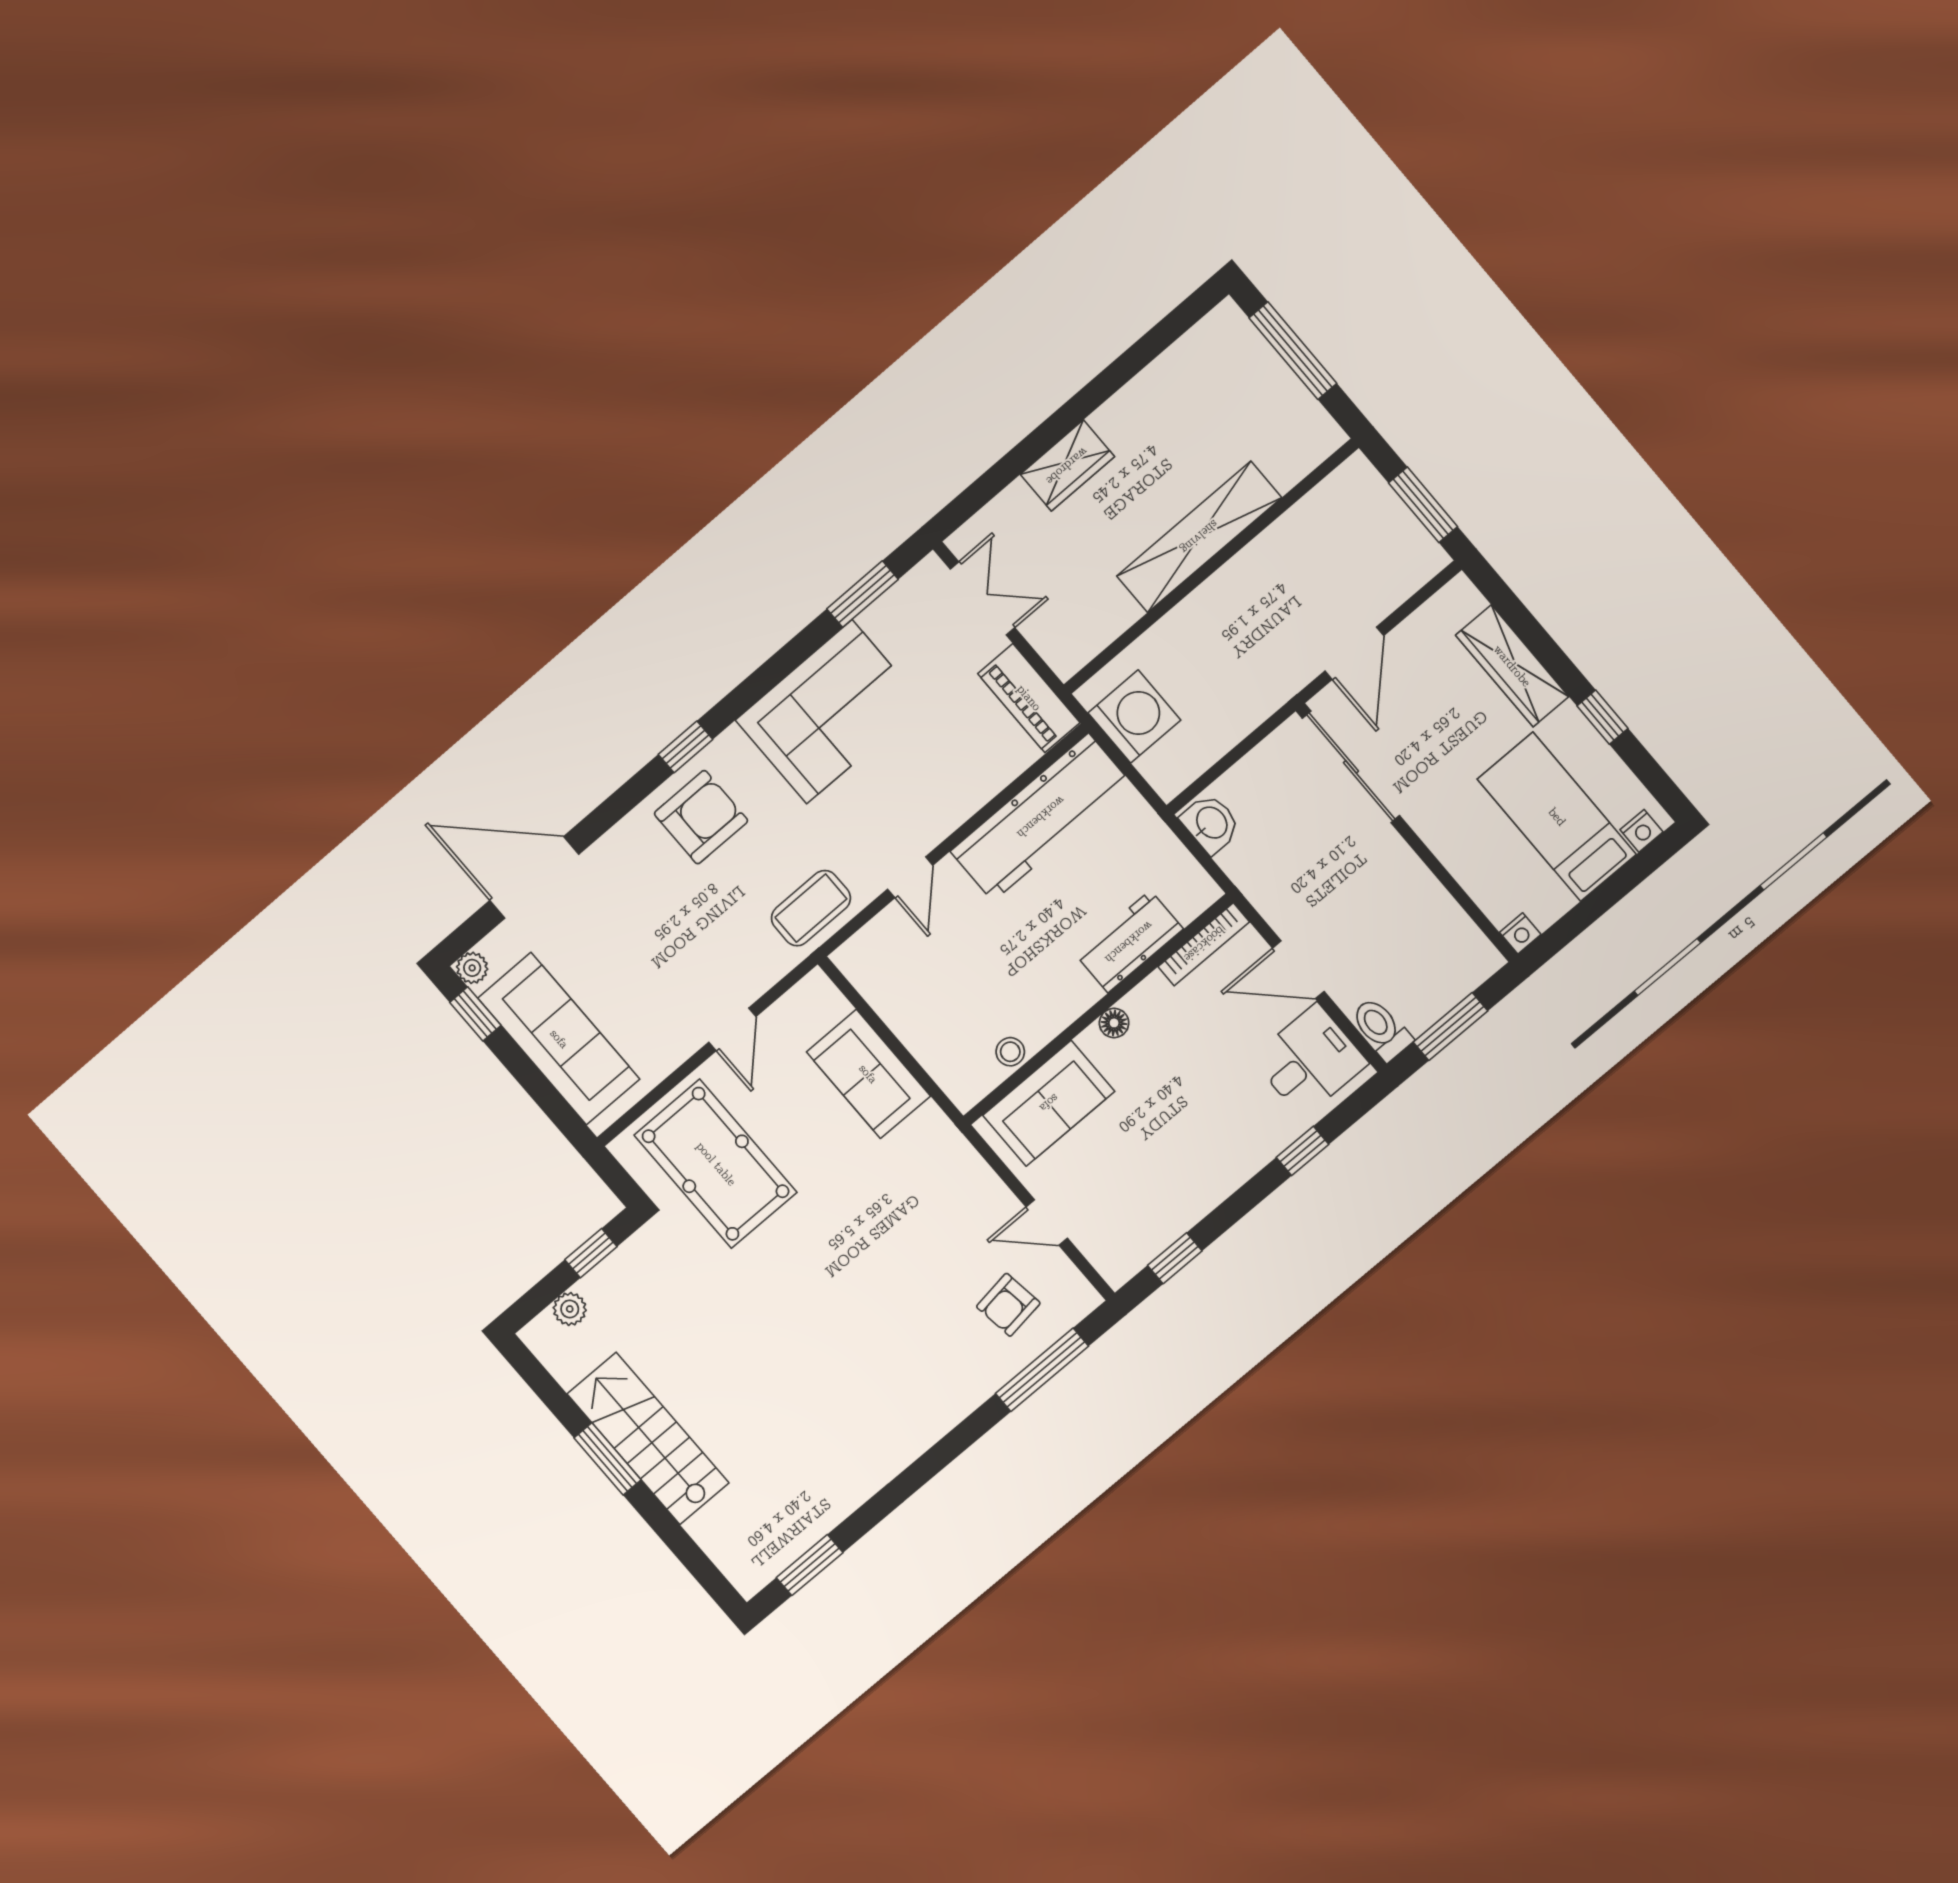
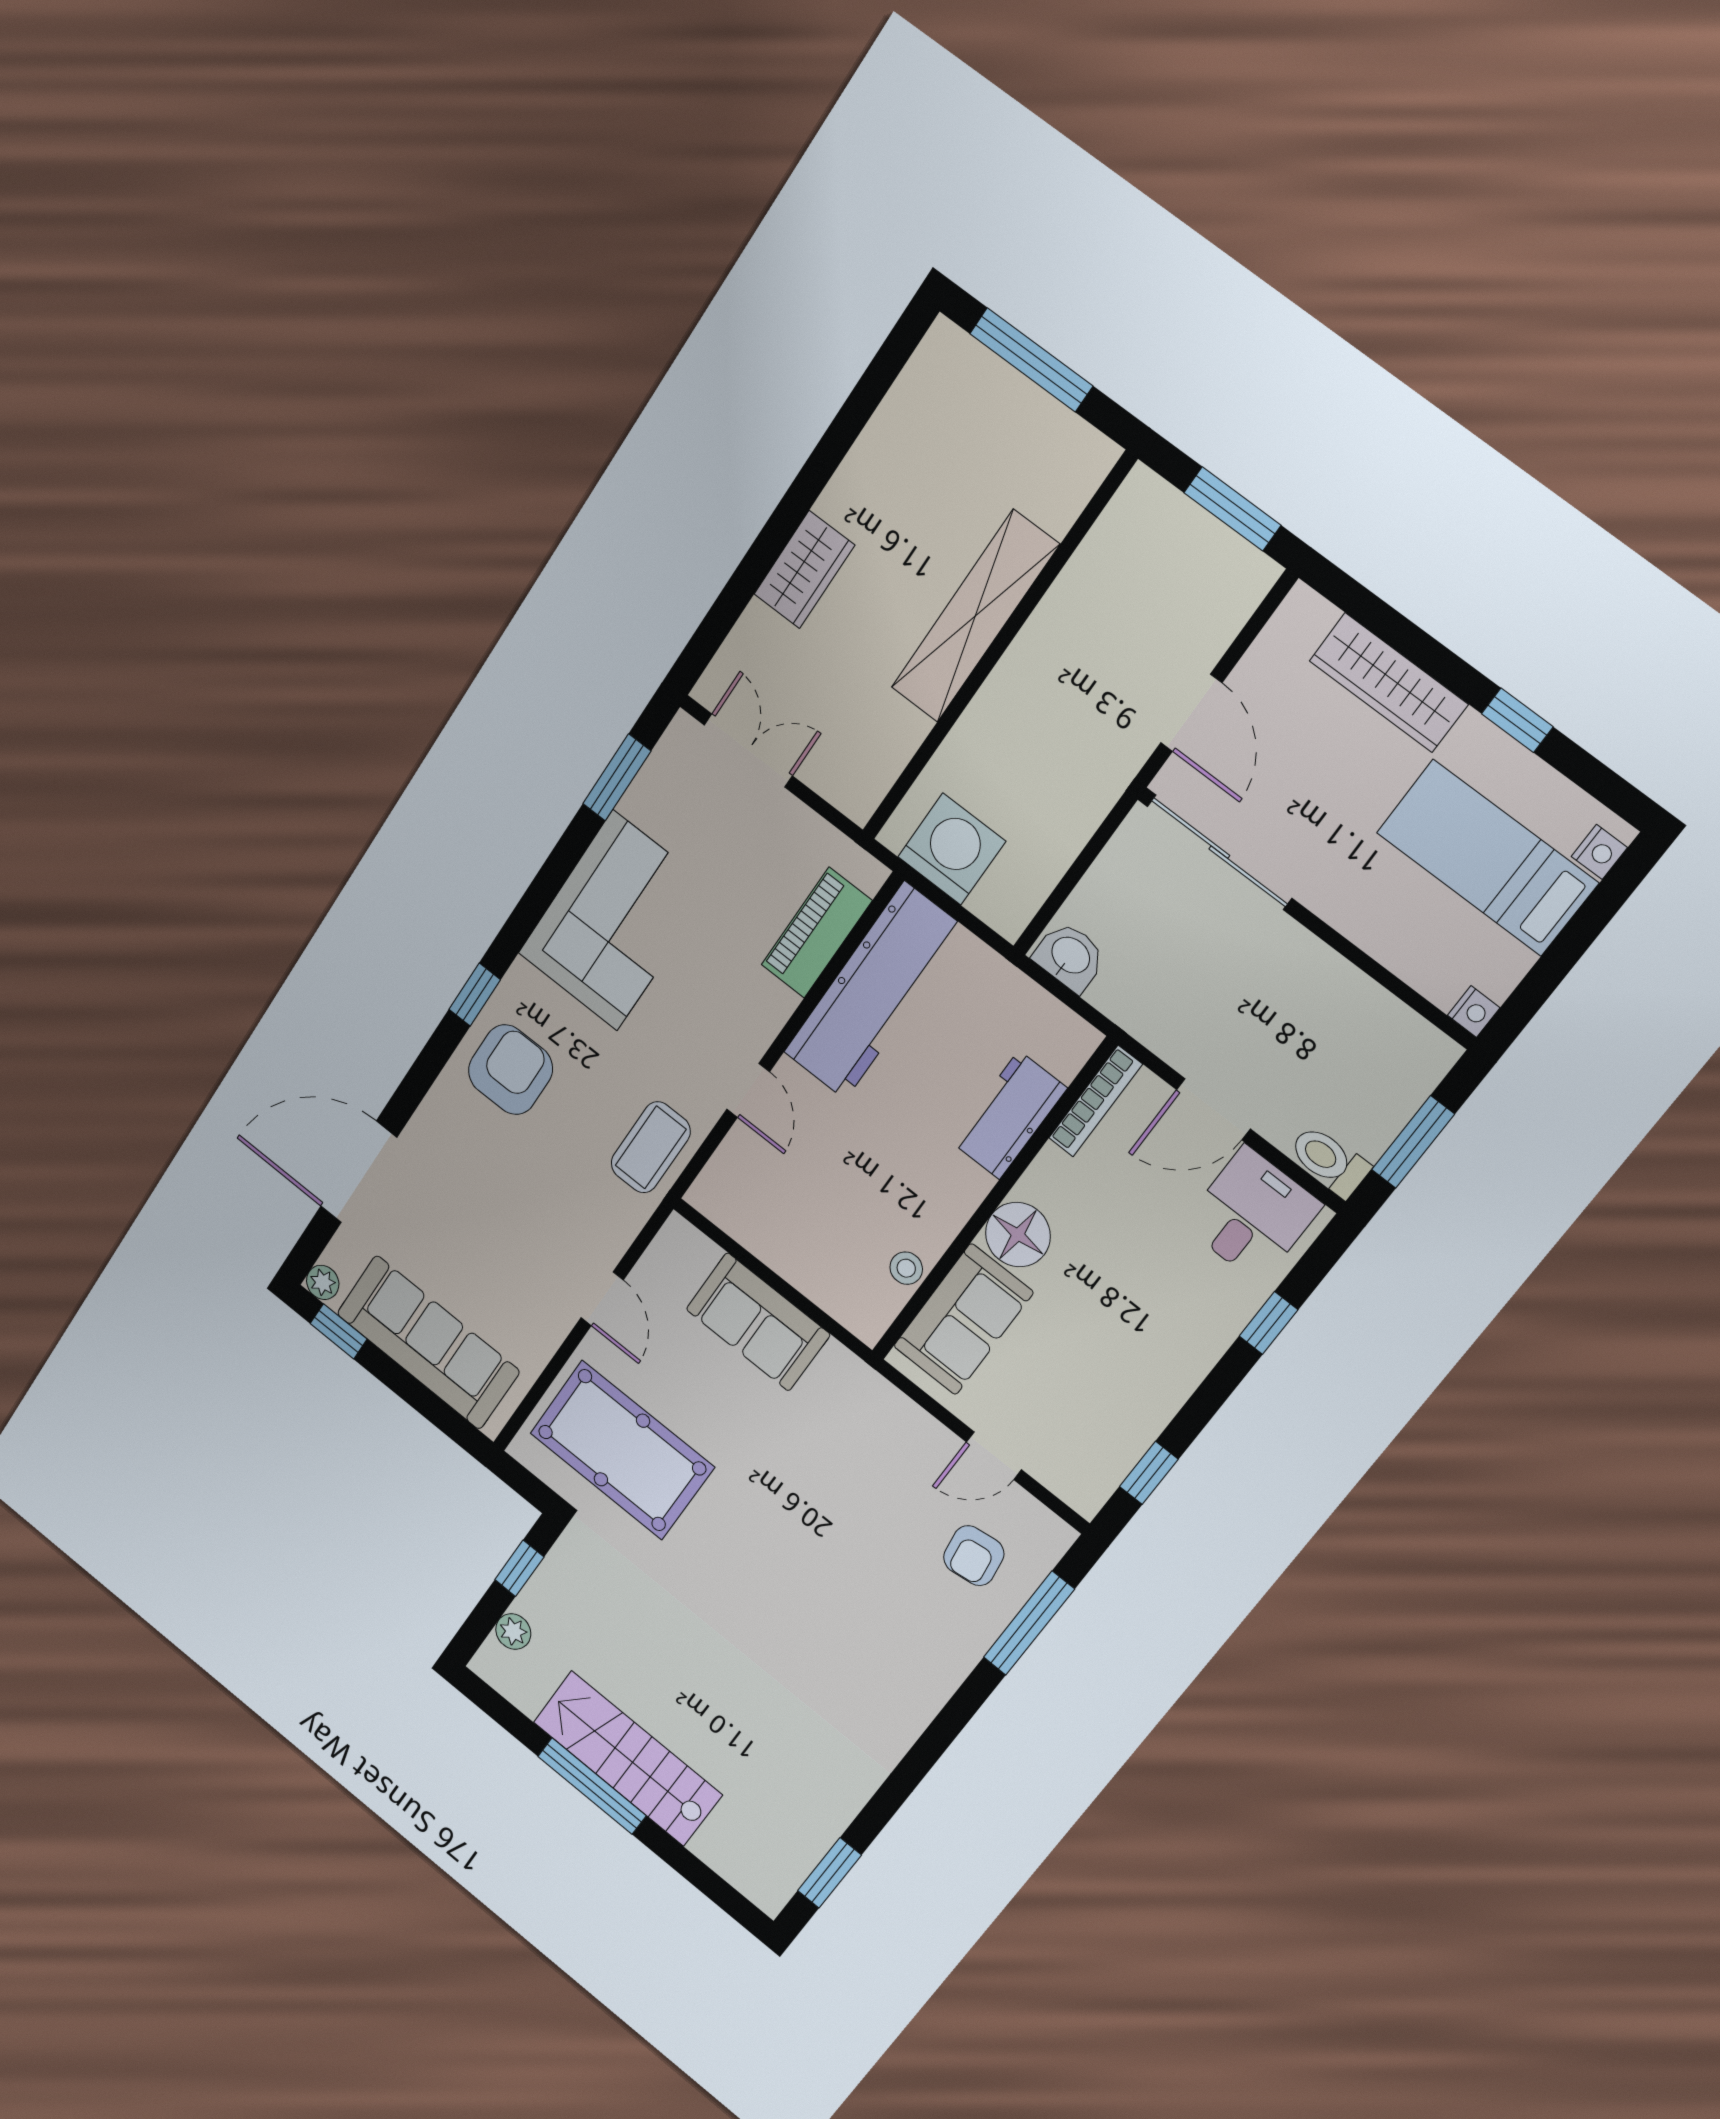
piano: (1029, 698) -> (817, 933), moved, turned 90
floor lamp: (1114, 1023) -> (1018, 1235), width x1.89, depth x1.89
window: (608, 1459) -> (592, 1786), width x1.44

